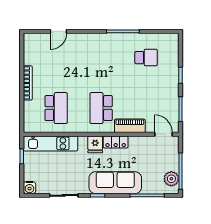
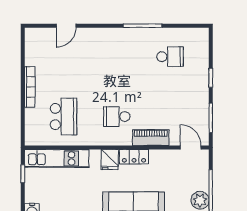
school desk: (101, 108) -> (117, 117), width x0.54

